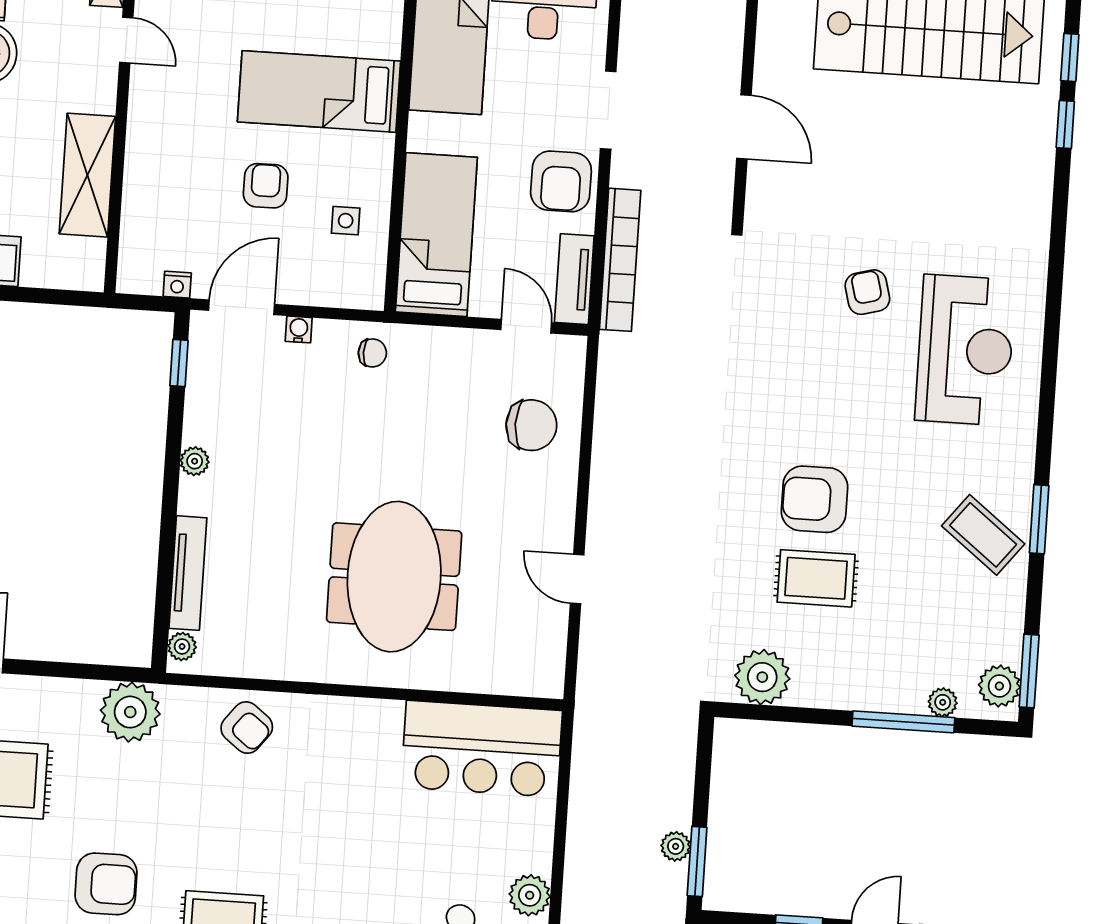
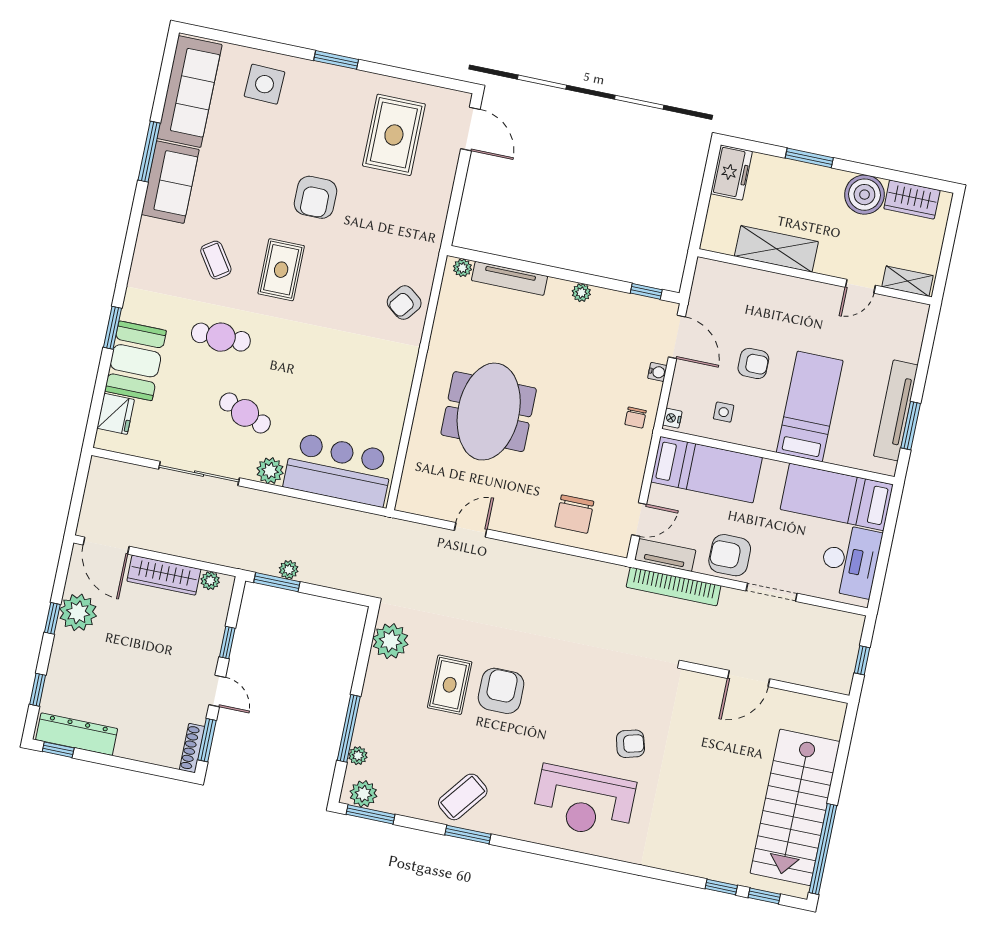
nightstand: (177, 285) -> (672, 418), moved
meeting table: (394, 577) -> (489, 412), turned 90
plant: (130, 712) -> (425, 228), removed
bar counter: (482, 749) -> (338, 470), moved, turned 90

